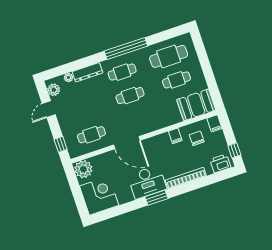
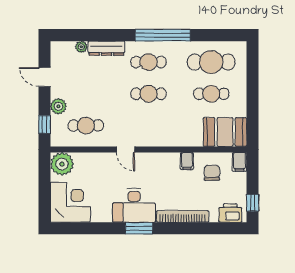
plant: (54, 90) -> (58, 106), moved
door: (49, 109) -> (45, 77), hinge flipped
door: (127, 143) -> (125, 149), width x0.53

